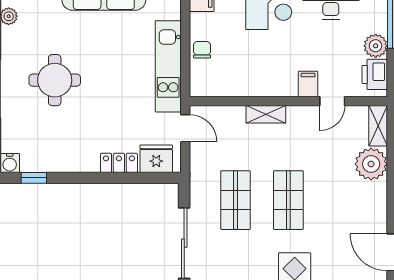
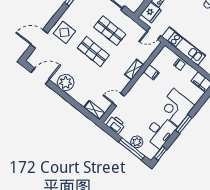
plant: (376, 46) -> (137, 142), moved
filing cabinet: (308, 84) -> (151, 72), moved
door: (332, 101) -> (118, 100), hinge flipped
plant: (371, 164) -> (66, 83), moved

